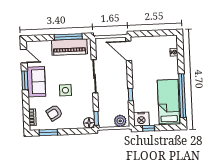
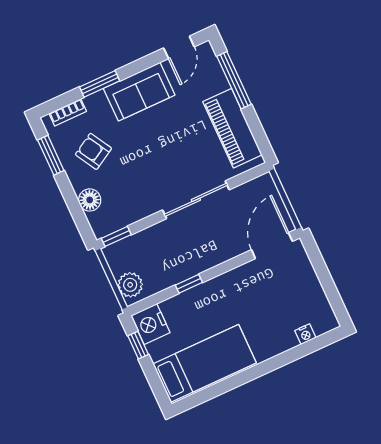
window: (68, 37) -> (234, 80), moved
window: (25, 80) -> (100, 84), moved
side table: (65, 90) -> (146, 155), removed
window: (182, 96) -> (228, 384), removed
floor lamp: (89, 123) -> (90, 200), moved

